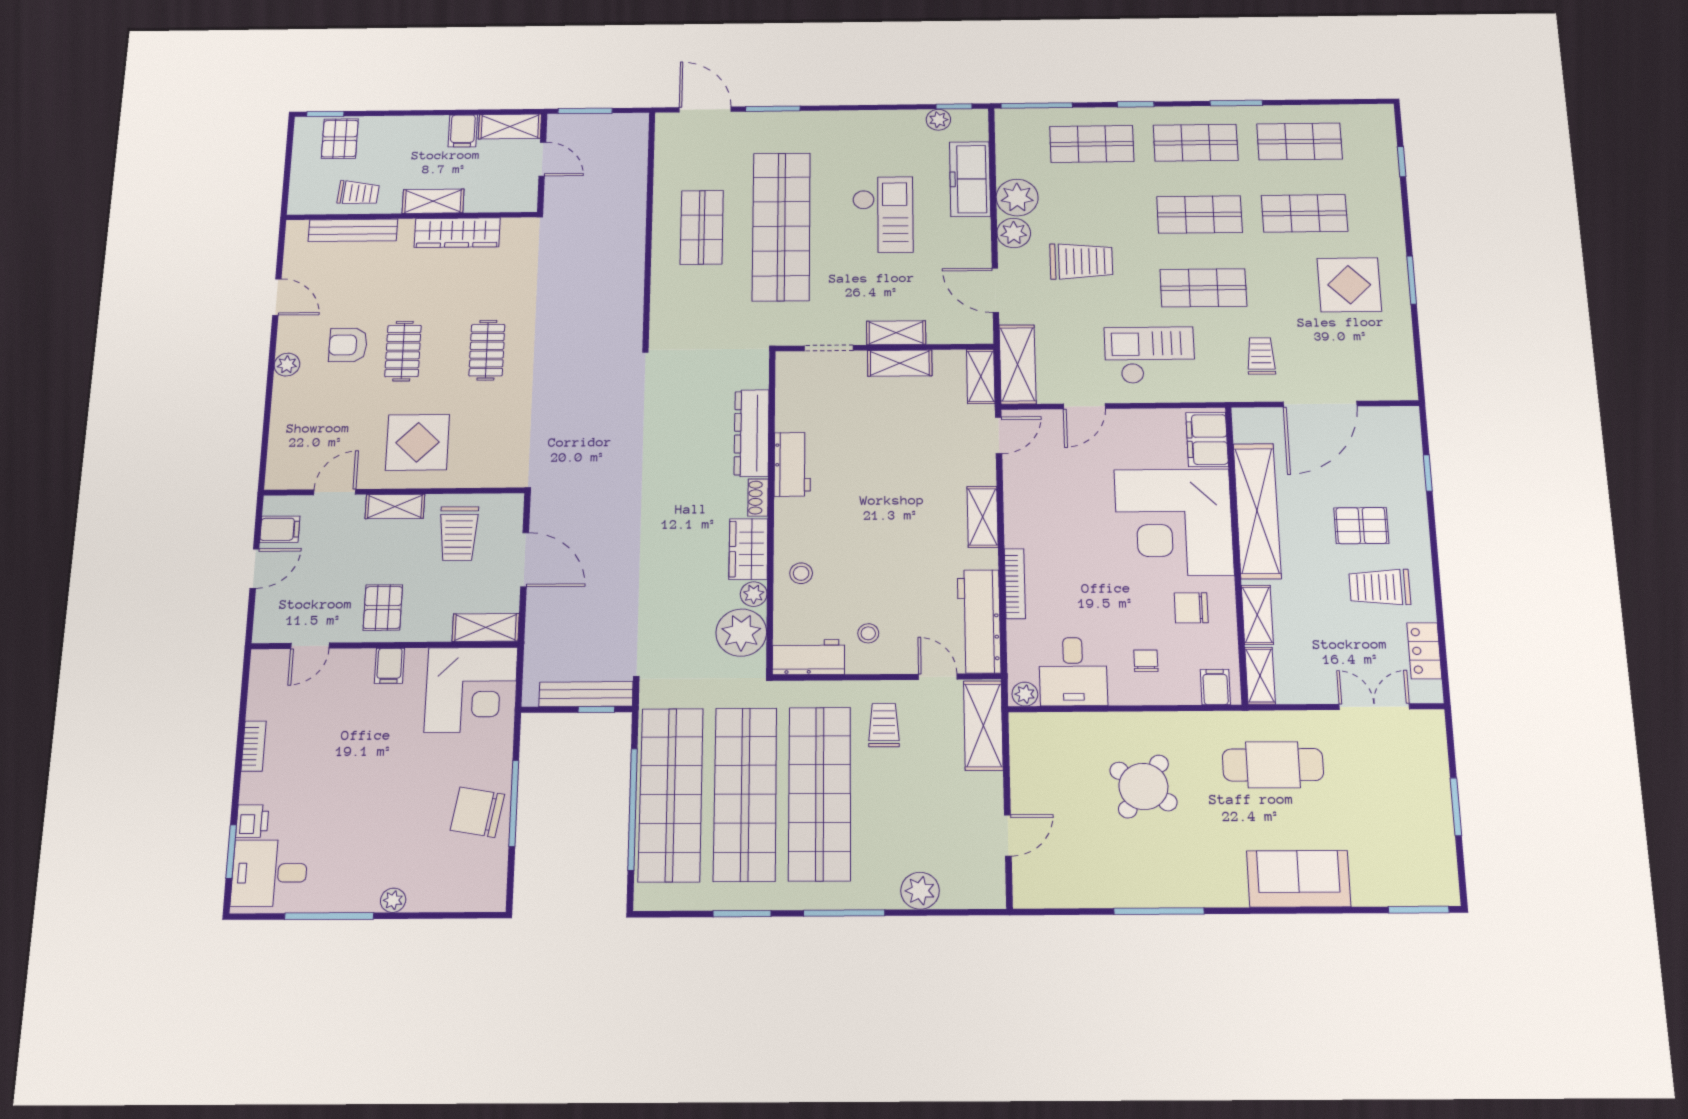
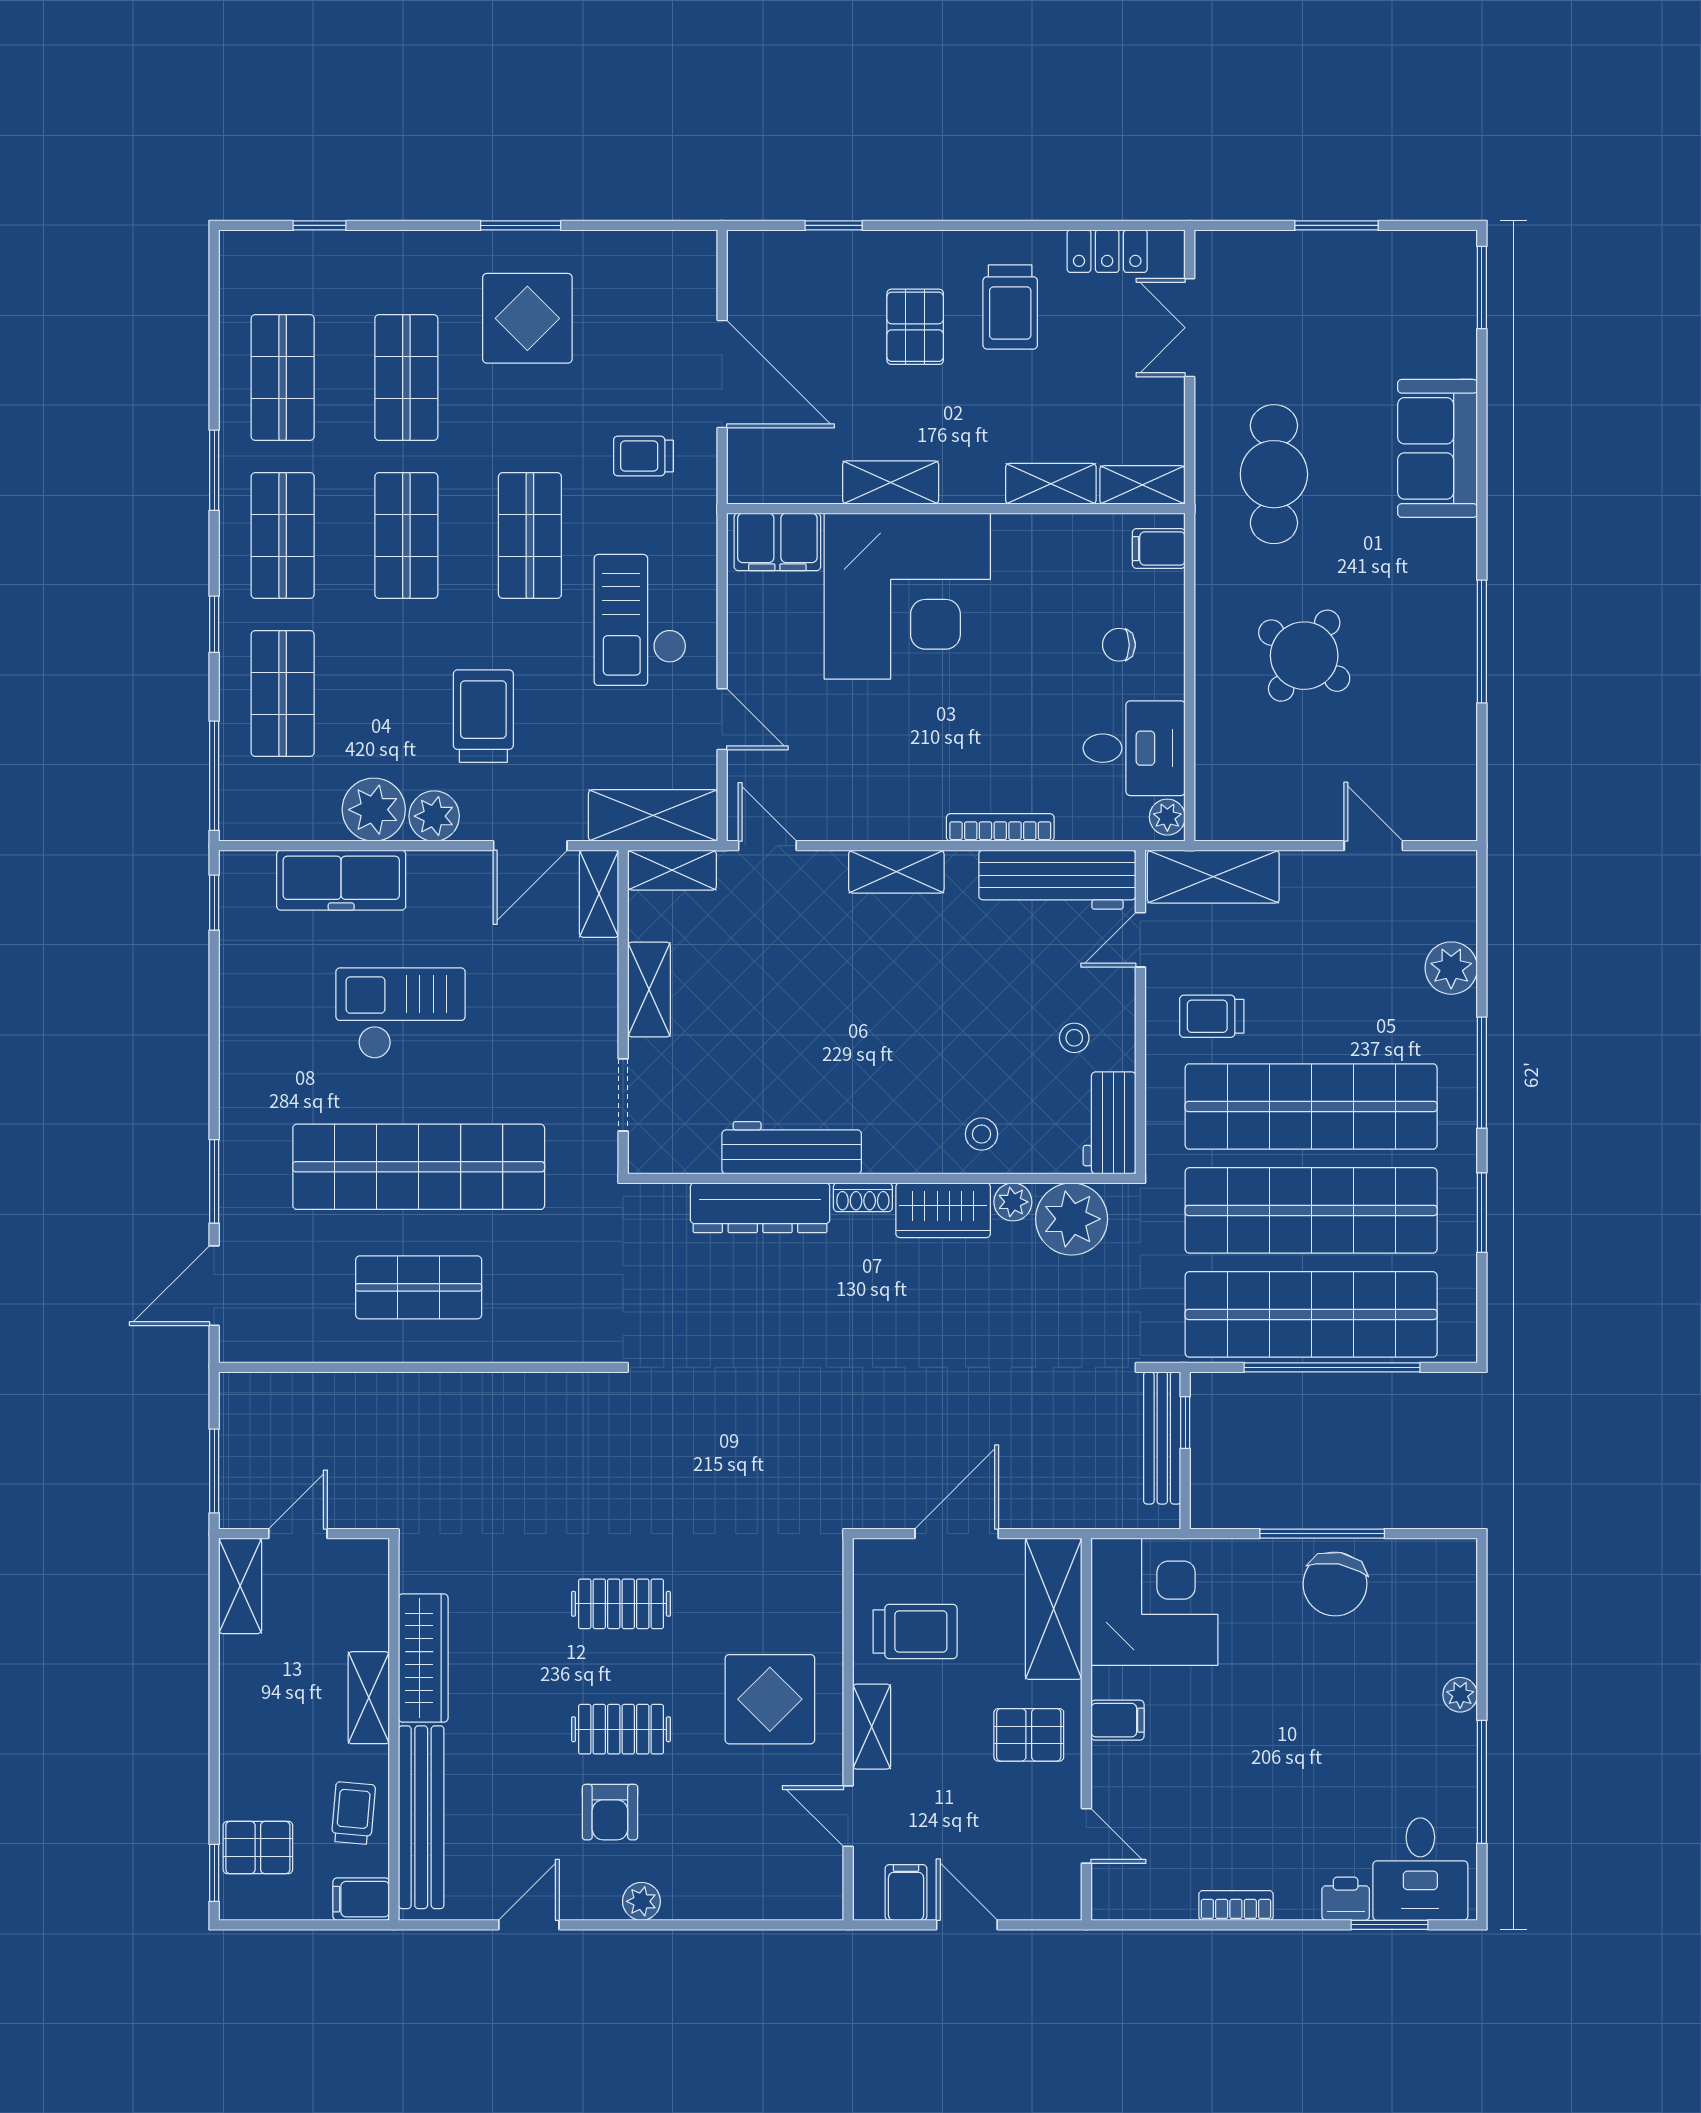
plant: (938, 120) -> (237, 927), removed
filing cabinet: (463, 131) -> (361, 1899), moved, turned 180
bench: (353, 230) -> (421, 1817), width x1.37, depth x1.21
shelving: (896, 333) -> (599, 894), moved
workbench: (792, 464) -> (792, 1148), width x1.38
shelving: (1257, 511) -> (891, 482), width x0.45, depth x0.75
chair: (1191, 608) -> (1039, 577), removed
shelving: (486, 627) -> (1054, 1609), width x1.50, depth x1.33

